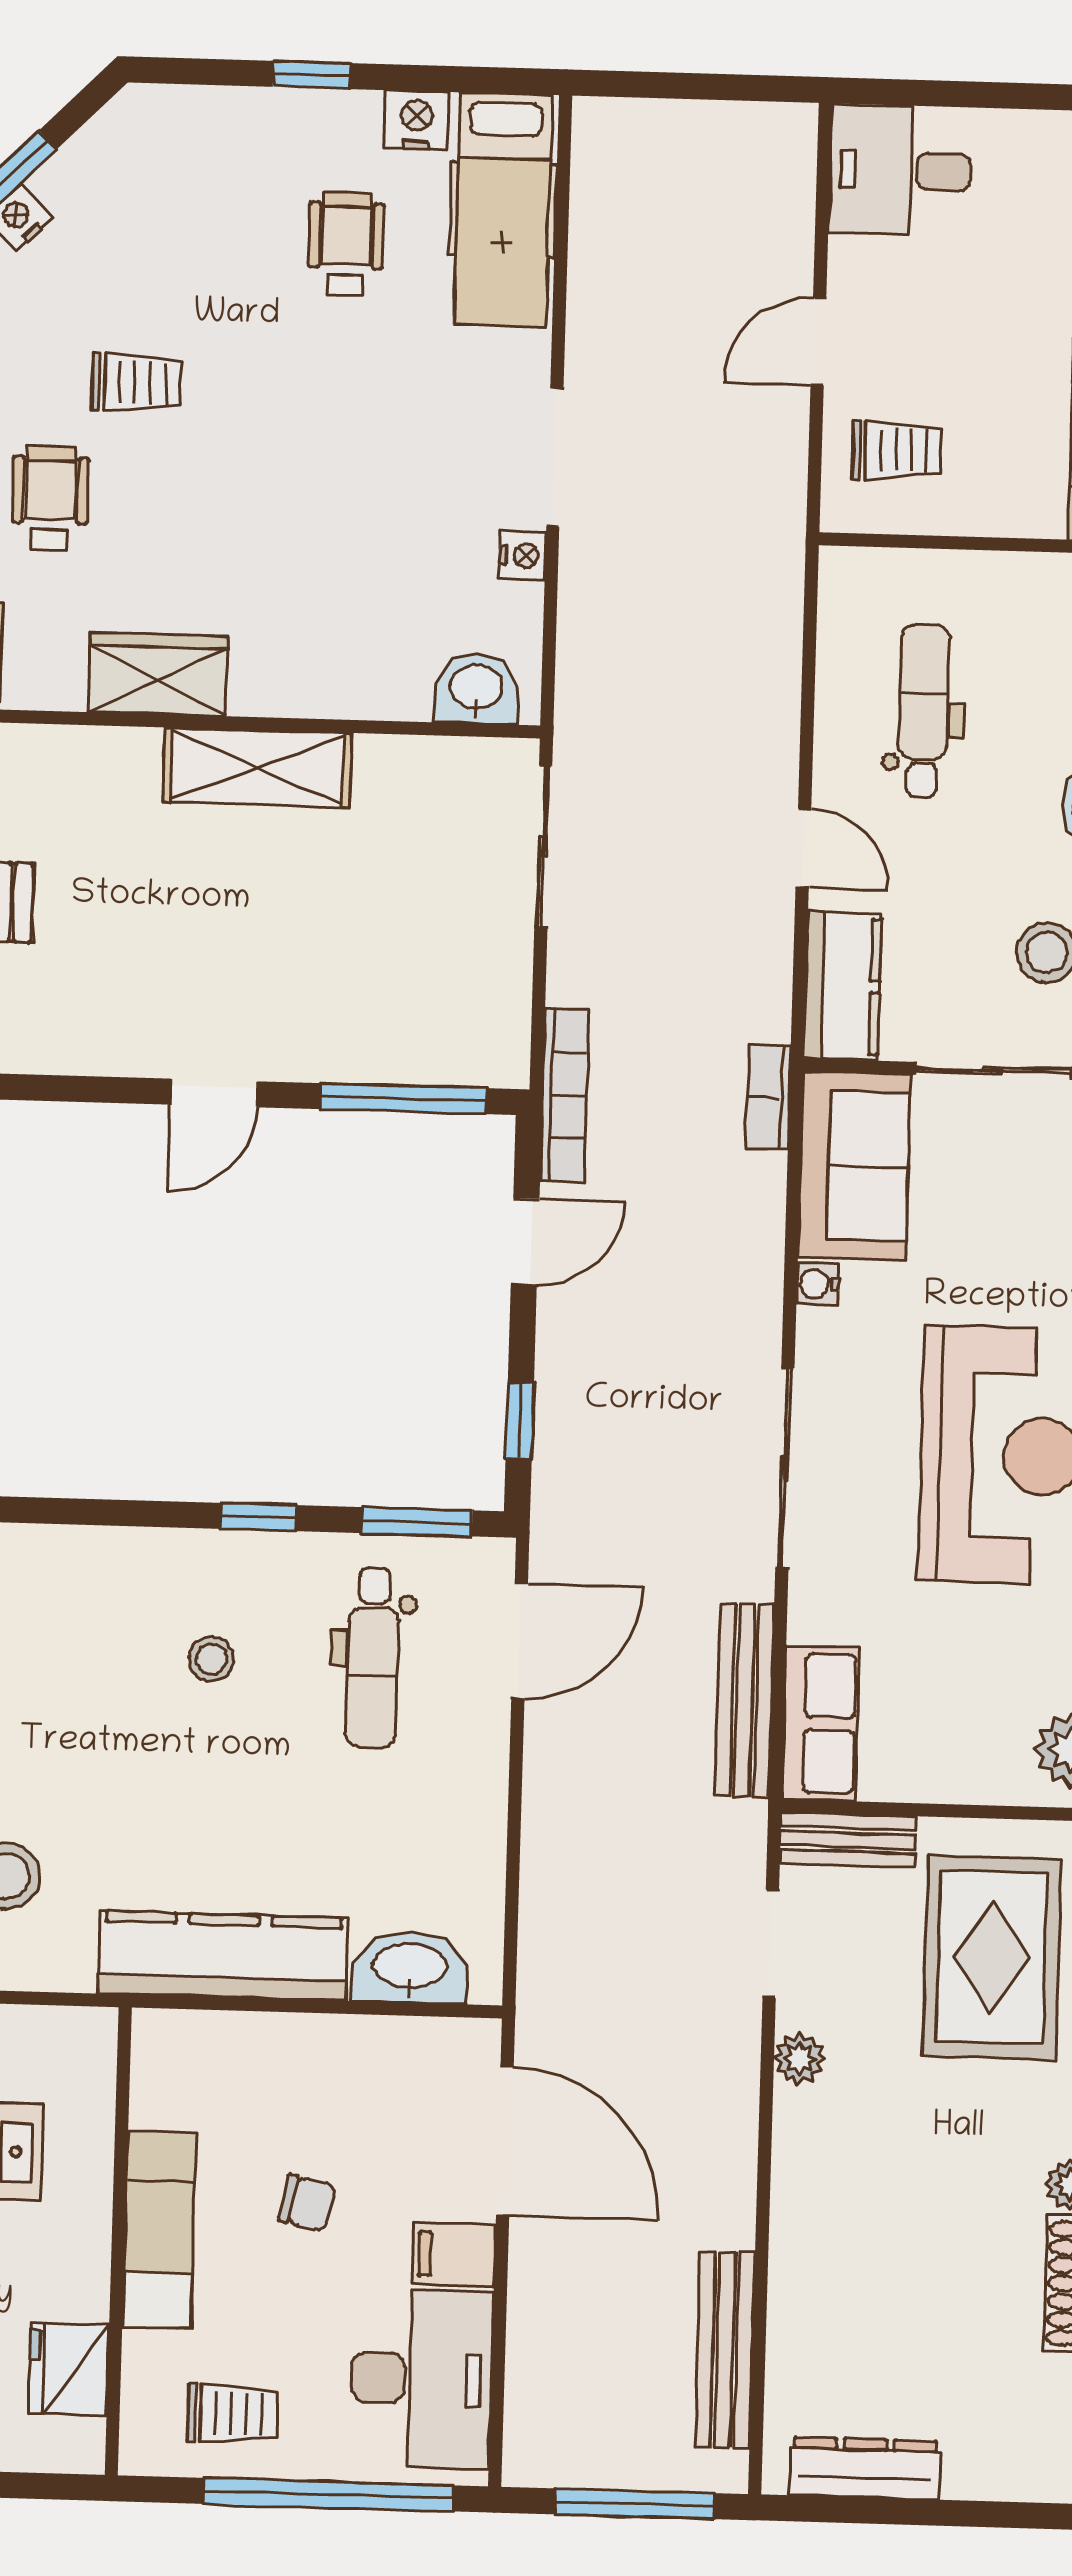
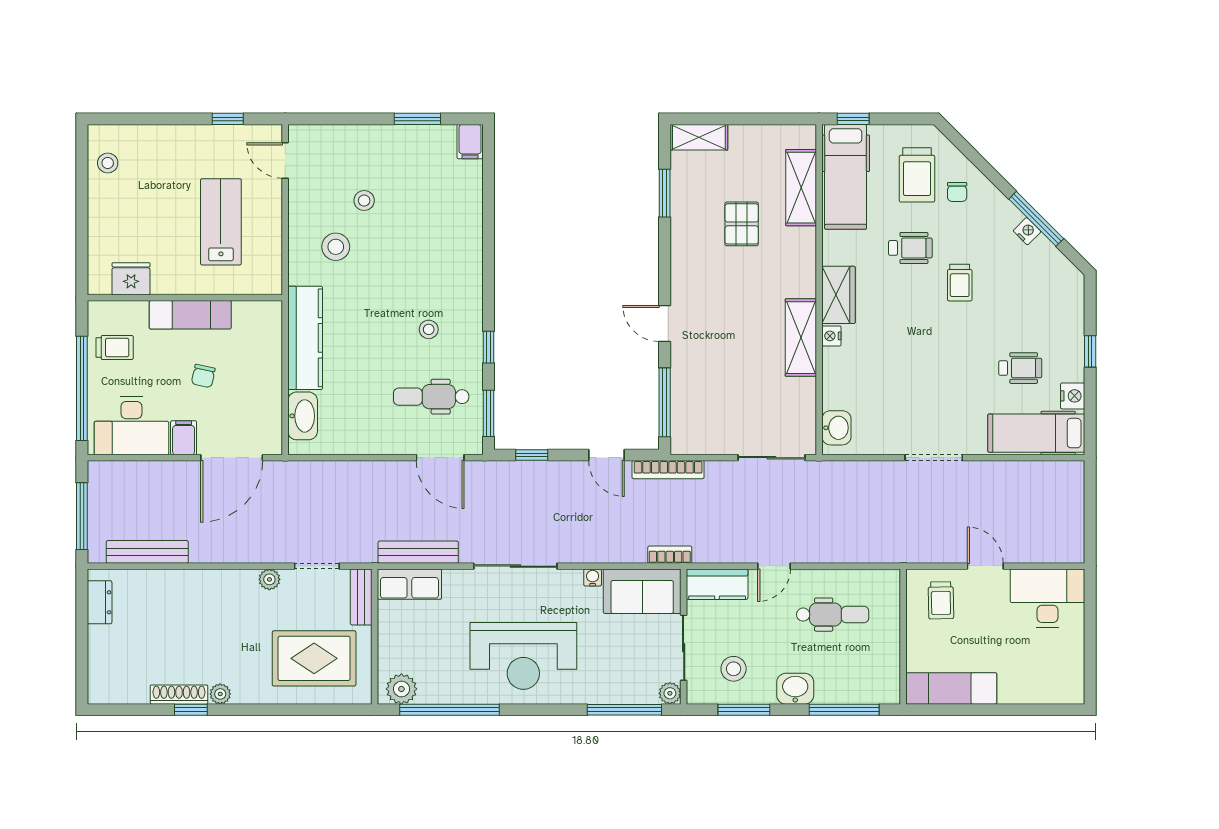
desk: (900, 170) -> (1048, 598), width x1.37
nightstand: (522, 555) -> (831, 336), moved, turned 90
trolley: (232, 2413) -> (115, 348), turned -90
dresser: (865, 2468) -> (100, 602), width x0.70

